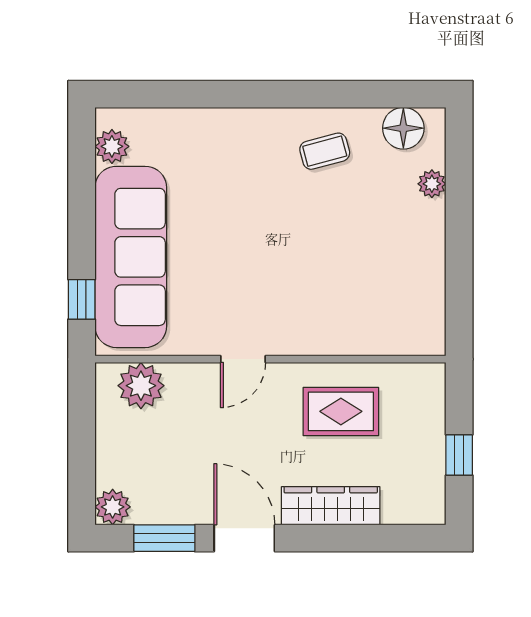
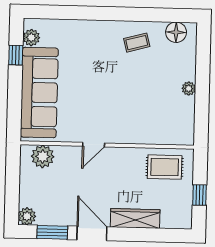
plant: (432, 184) -> (189, 88), moved
window: (82, 299) -> (16, 55), moved
rug: (341, 411) -> (165, 167), moved

